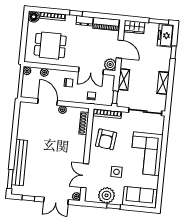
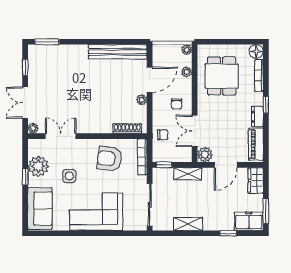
bench: (20, 163) -> (118, 52), moved

